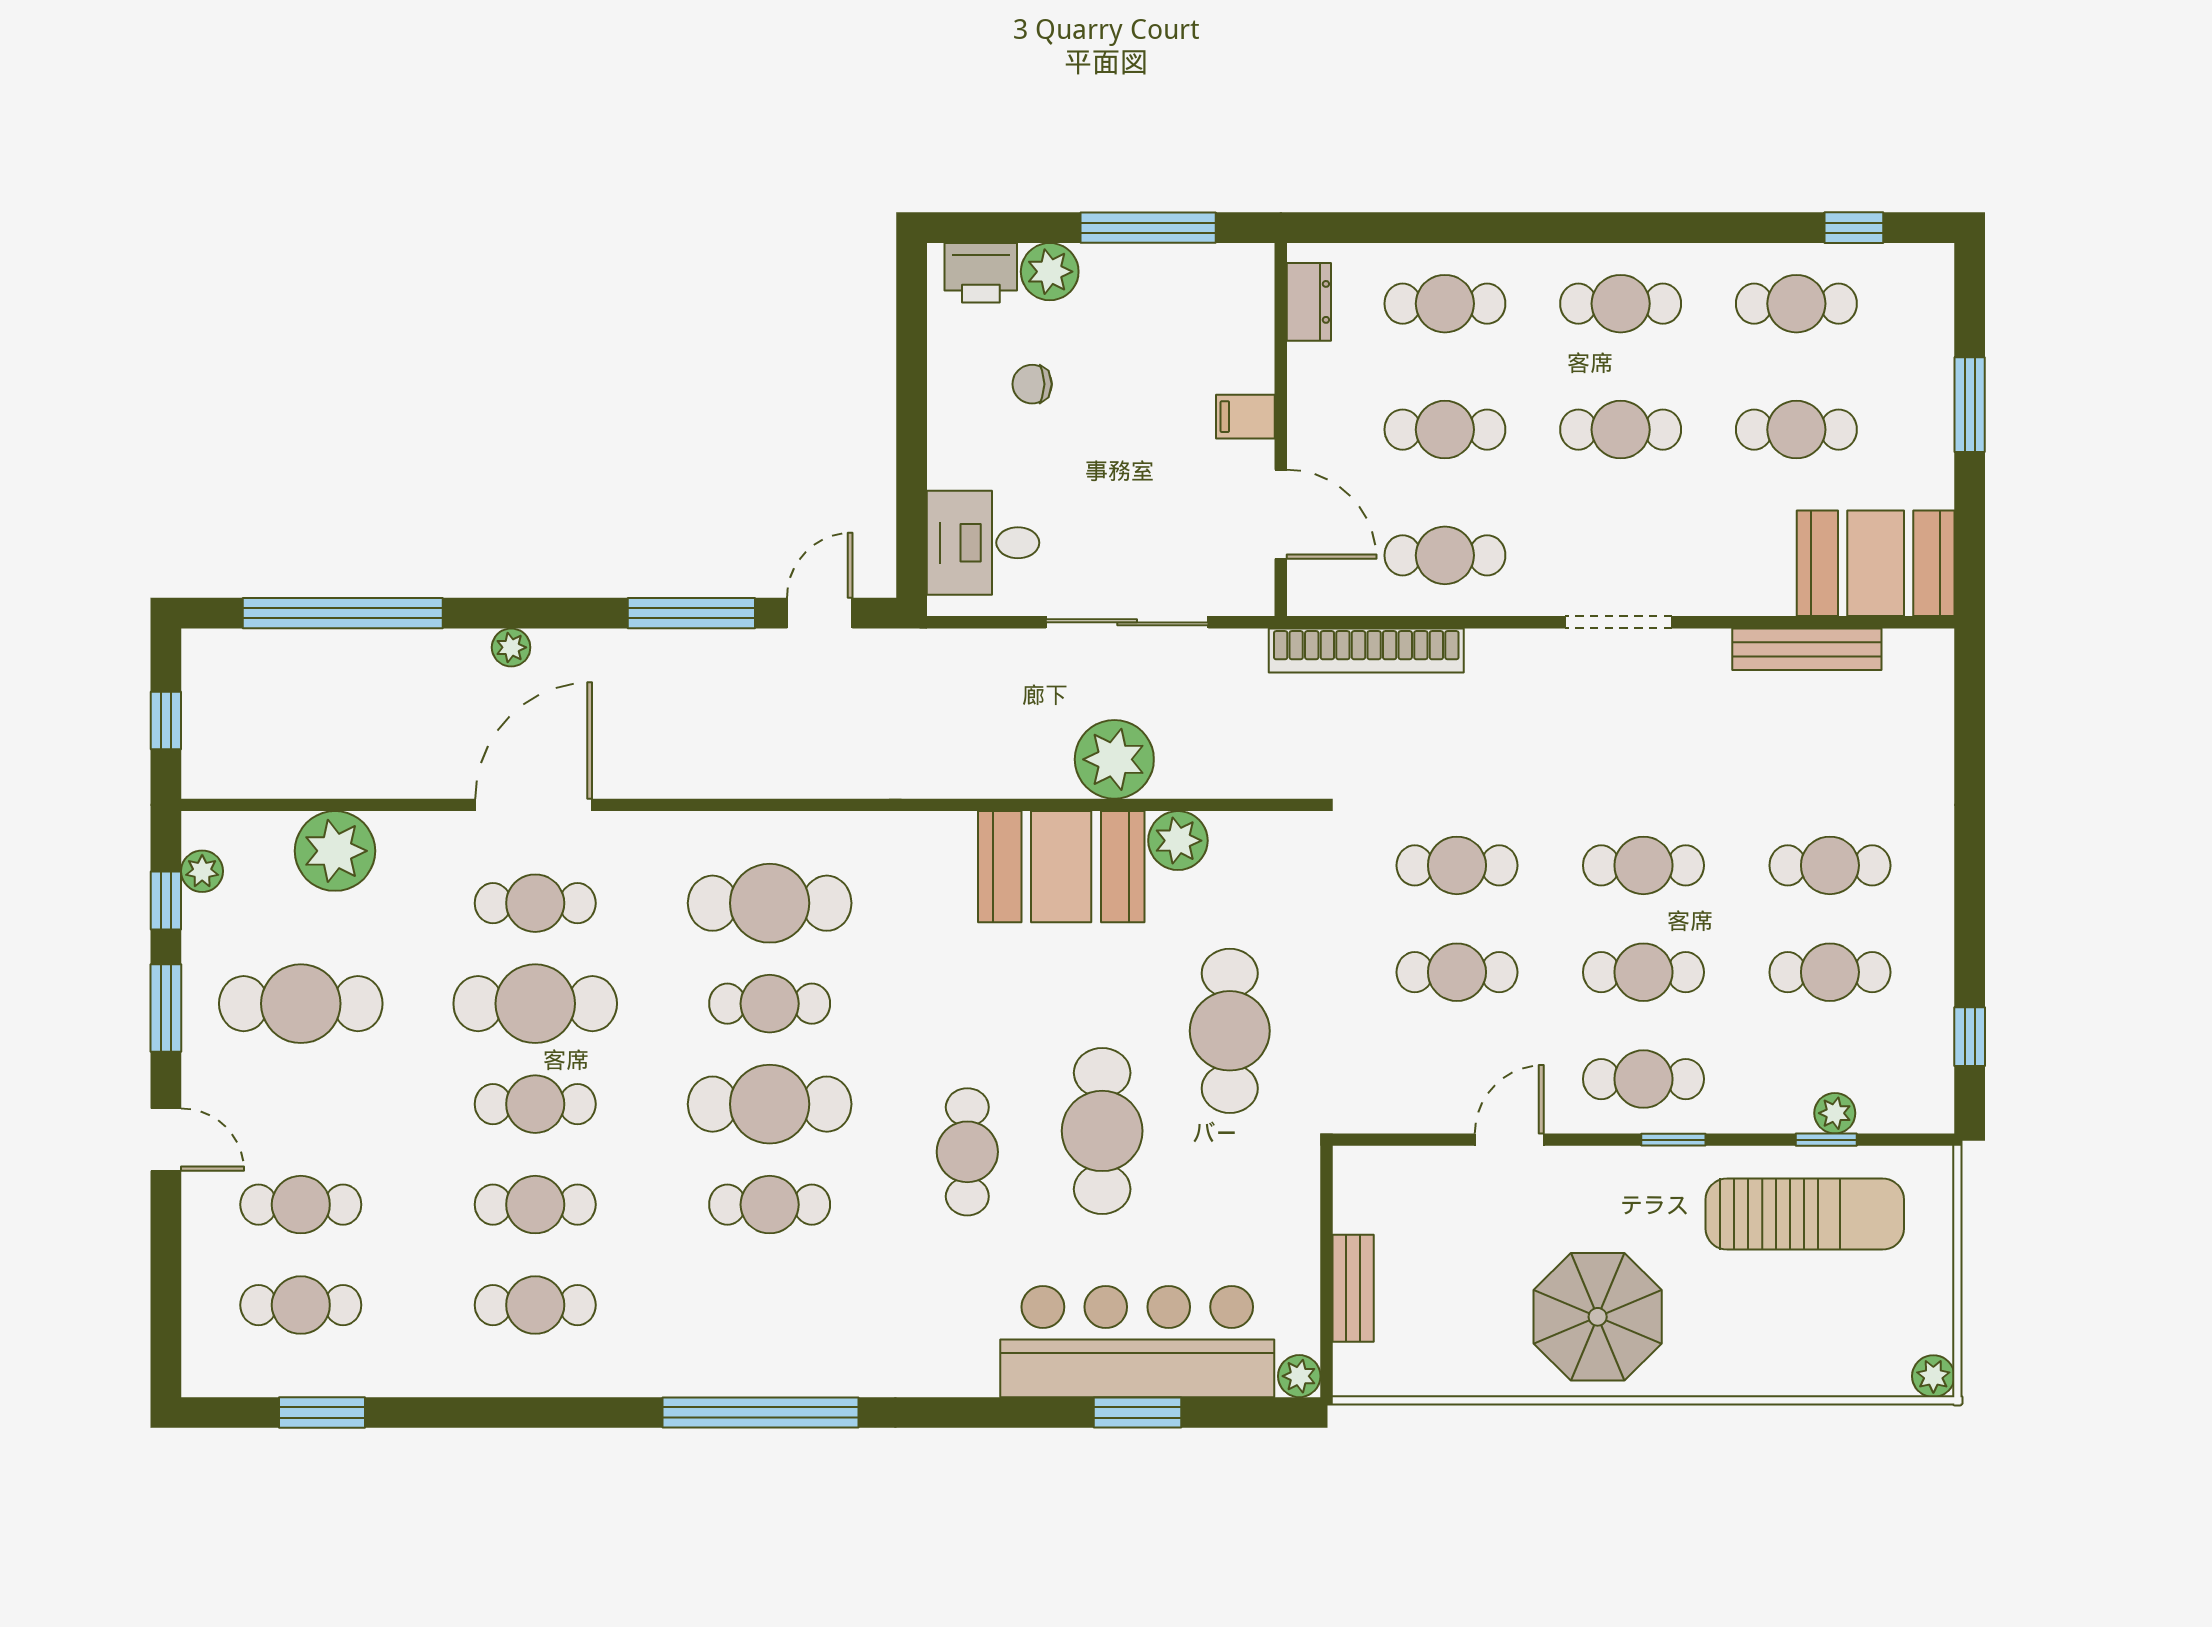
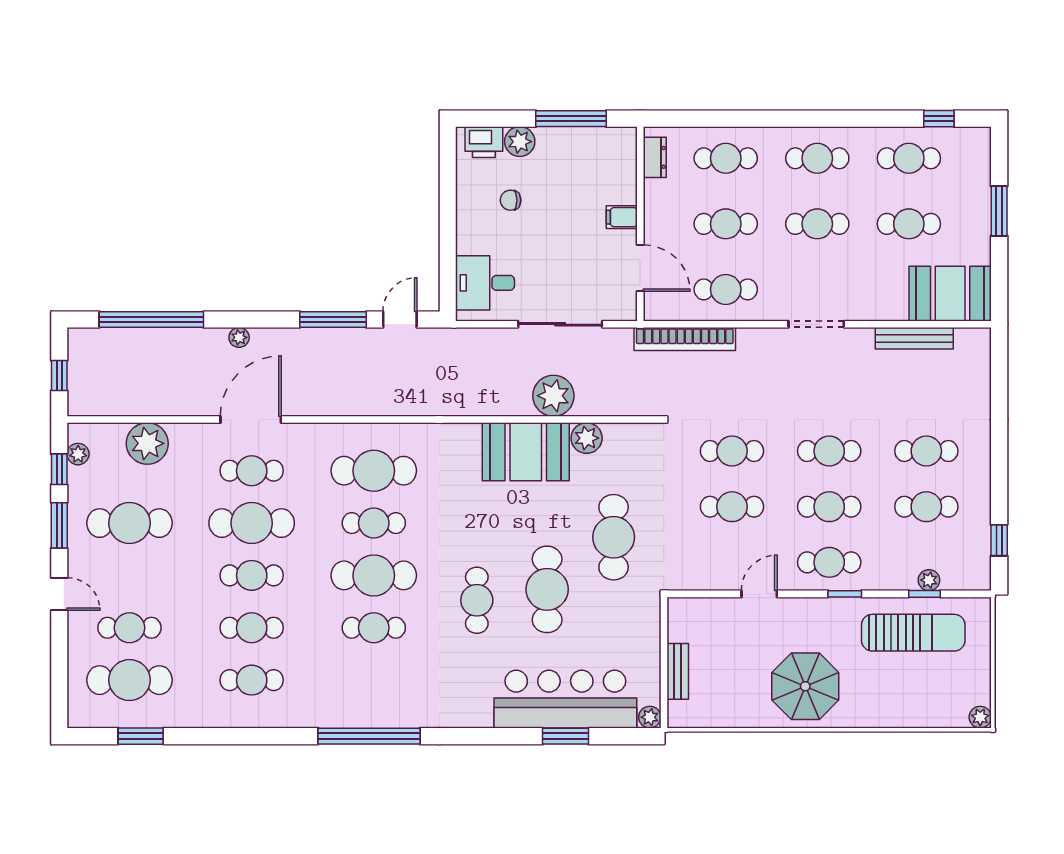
cafe table: (301, 1305) -> (129, 680), width x1.37, depth x1.35

